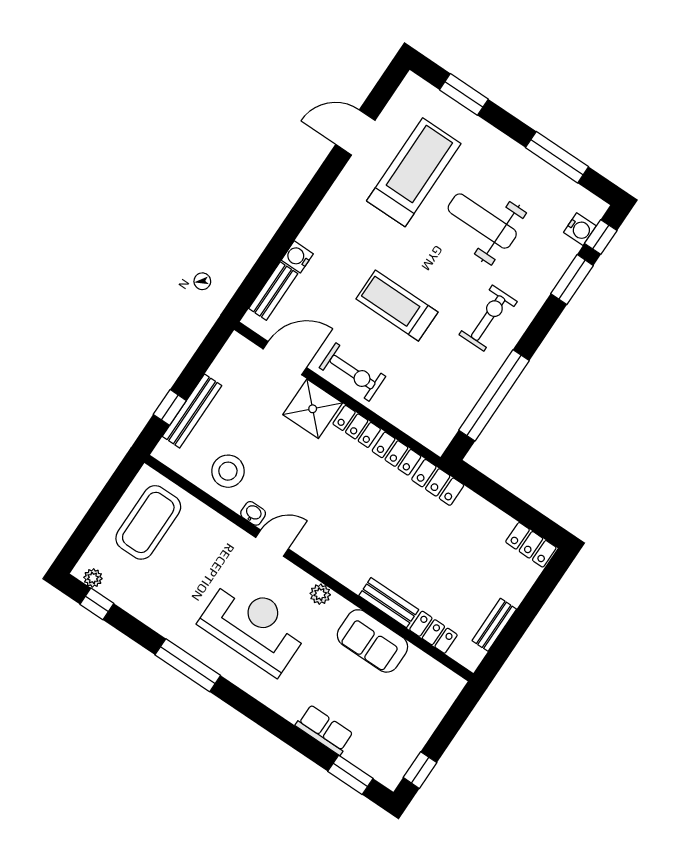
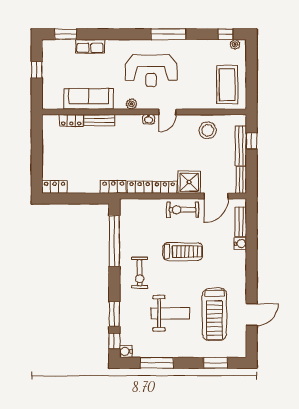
water cooler: (580, 229) -> (126, 351), moved
washbasin: (253, 513) -> (149, 119), moved
bench: (494, 625) -> (241, 180), moved
sofa: (372, 641) -> (89, 99), width x1.36
window: (420, 770) -> (37, 70), moved

